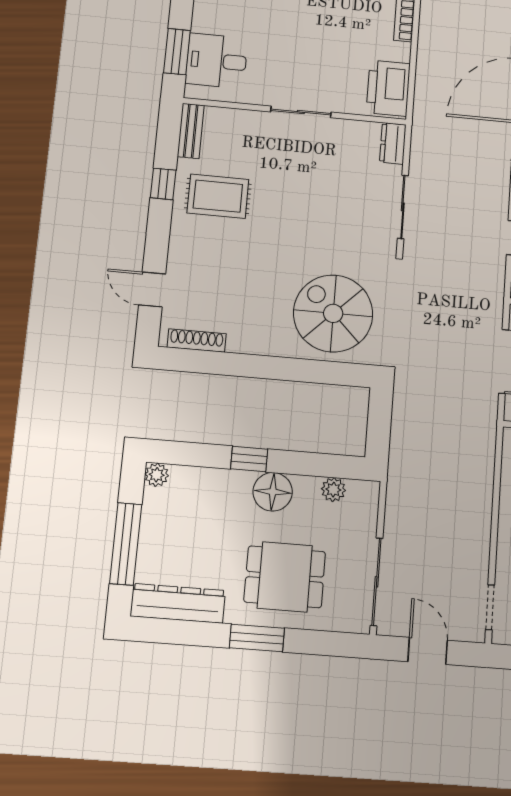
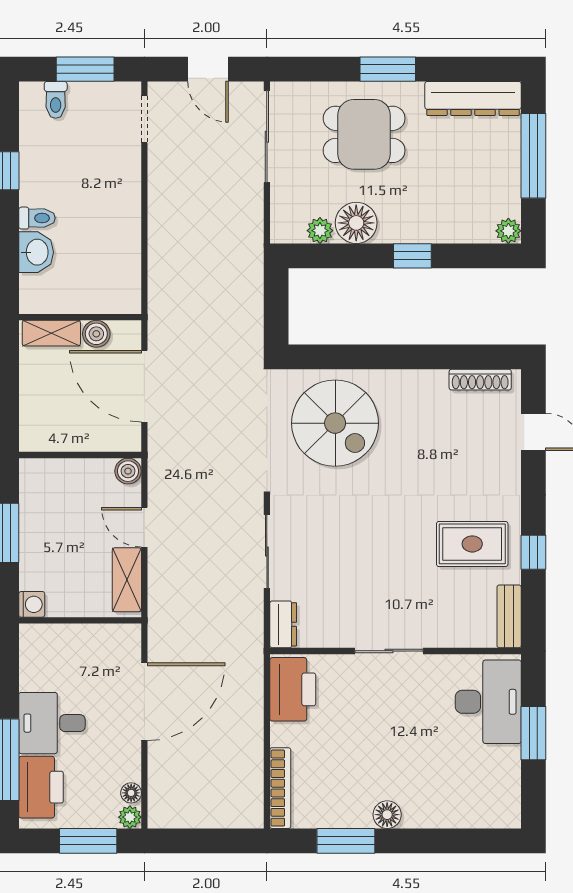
window: (177, 52) -> (533, 733), moved
desk: (217, 61) -> (488, 702), width x1.37
floor lamp: (273, 492) -> (356, 223), moved

